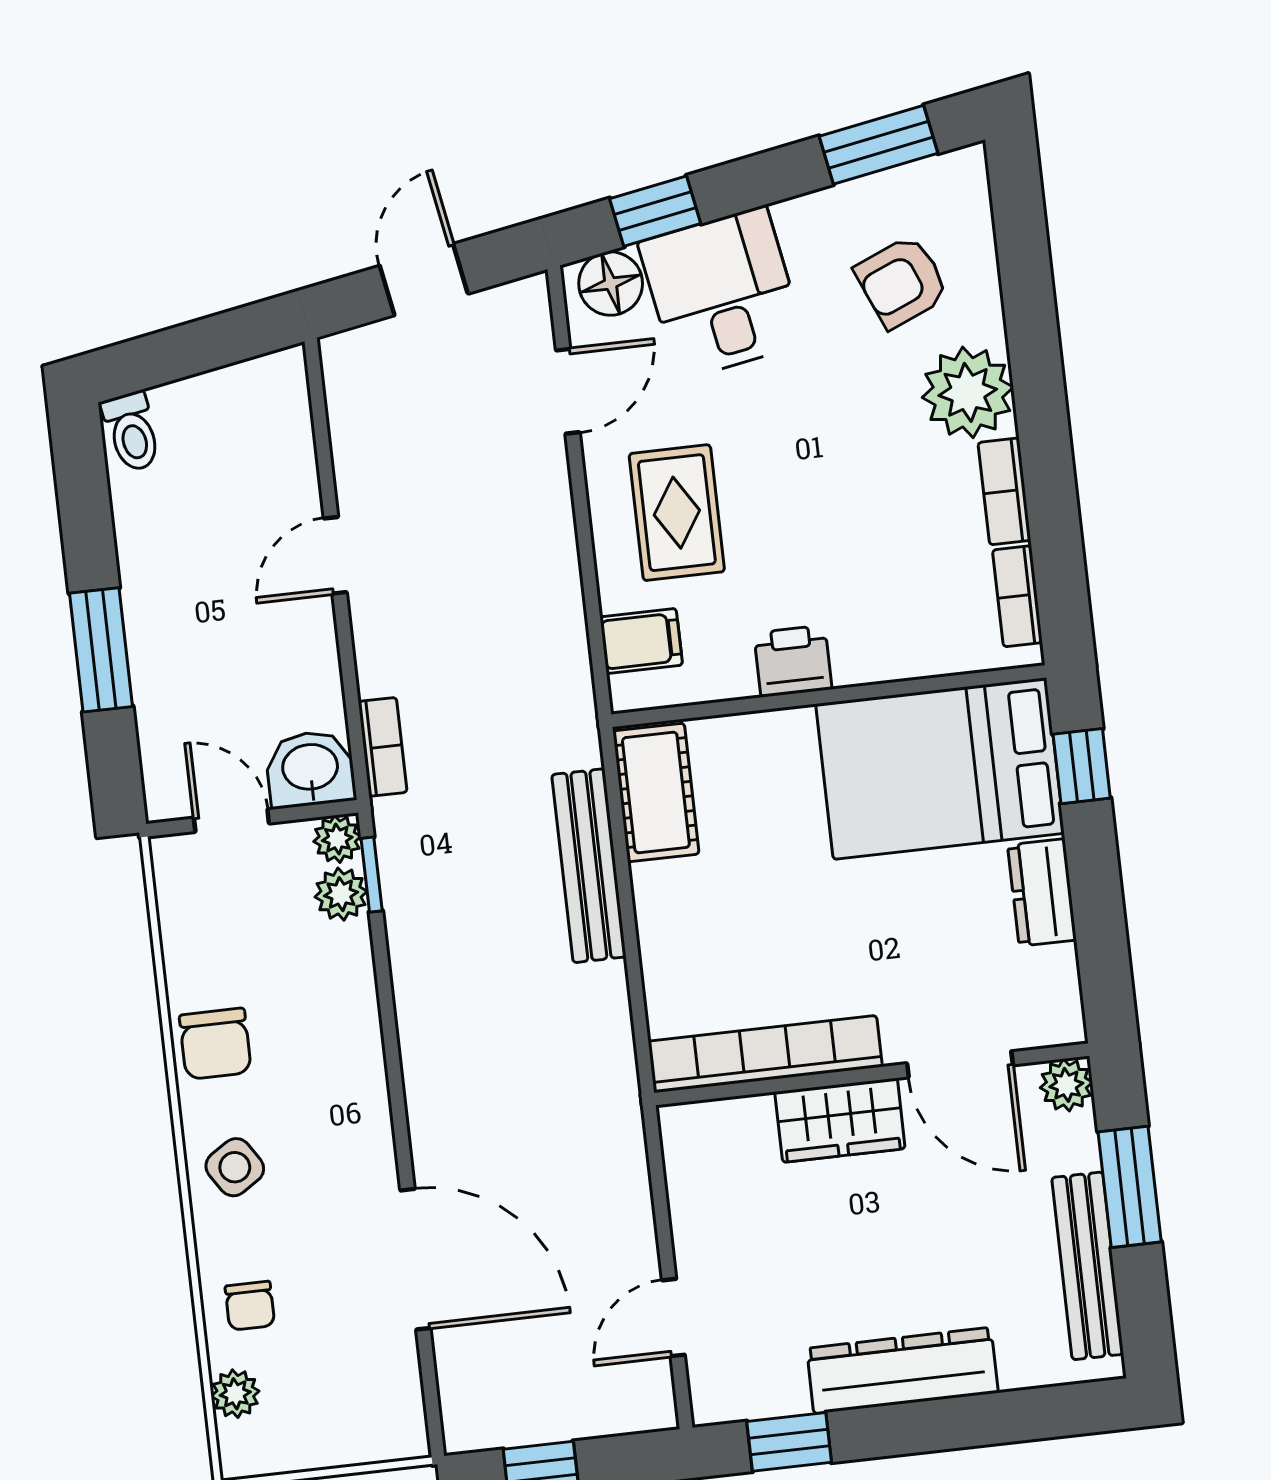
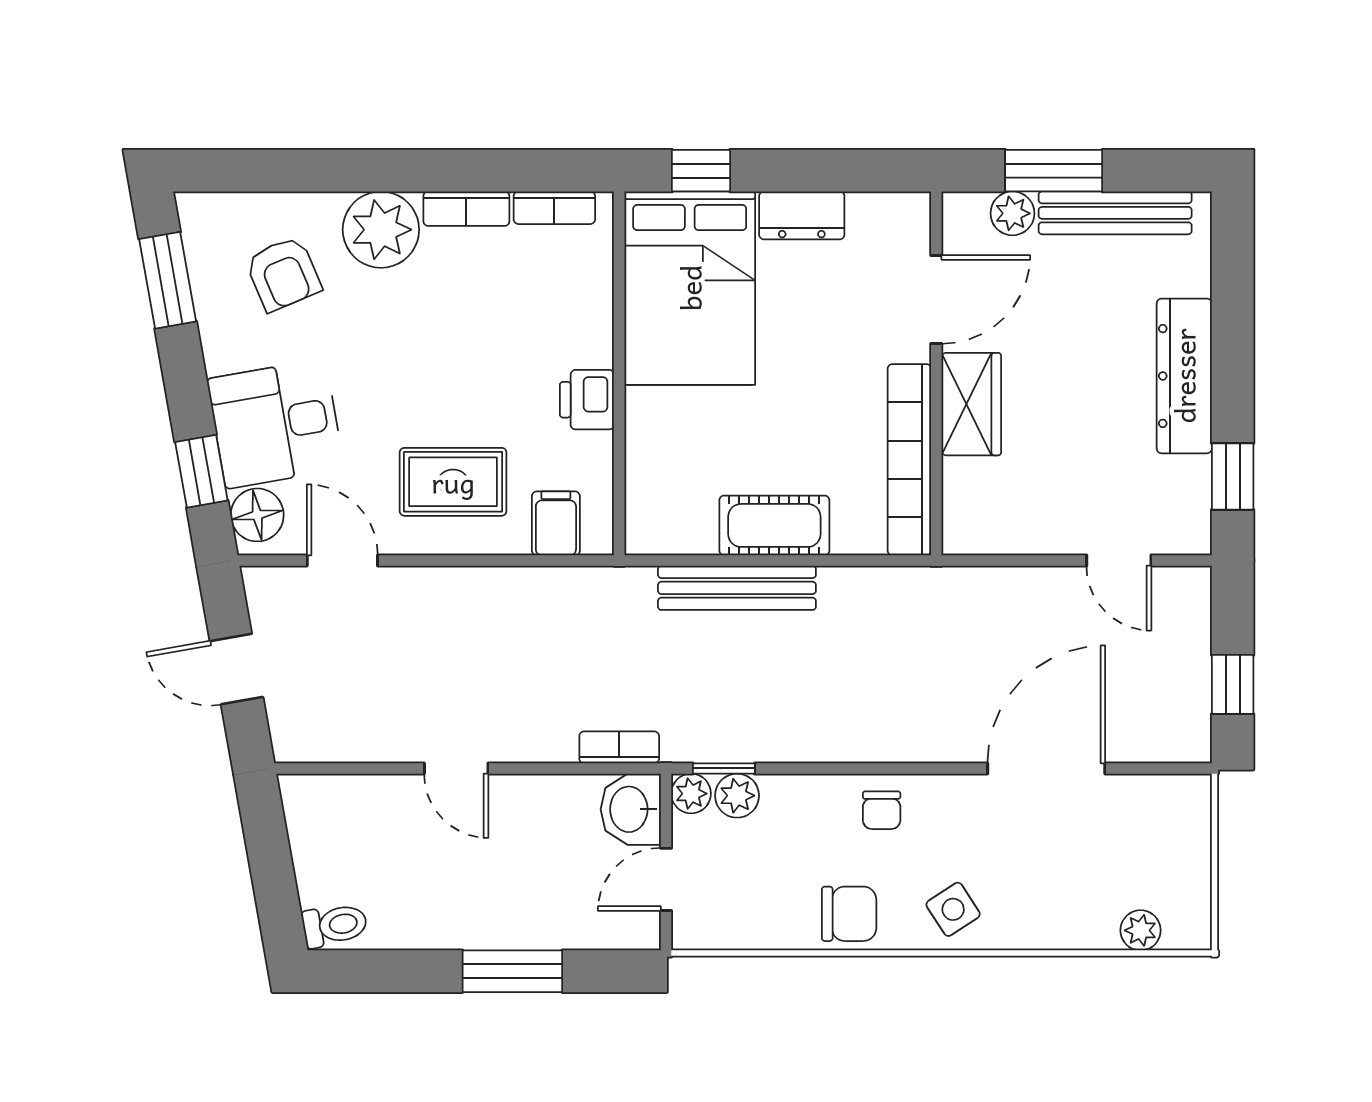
cot: (656, 792) -> (774, 525), moved
plant: (1066, 1085) -> (1012, 213), moved
chair: (250, 1306) -> (882, 810), moved, turned 90

